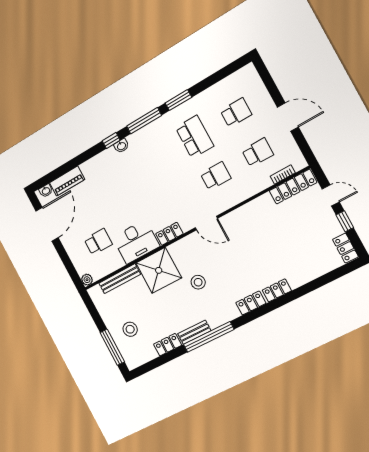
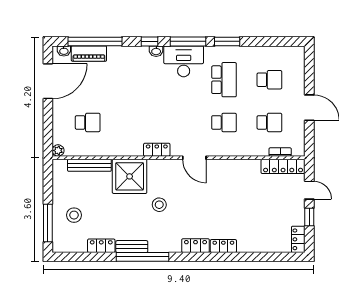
window: (66, 168) -> (95, 41), added
desk: (136, 242) -> (184, 61), moved, turned 180

